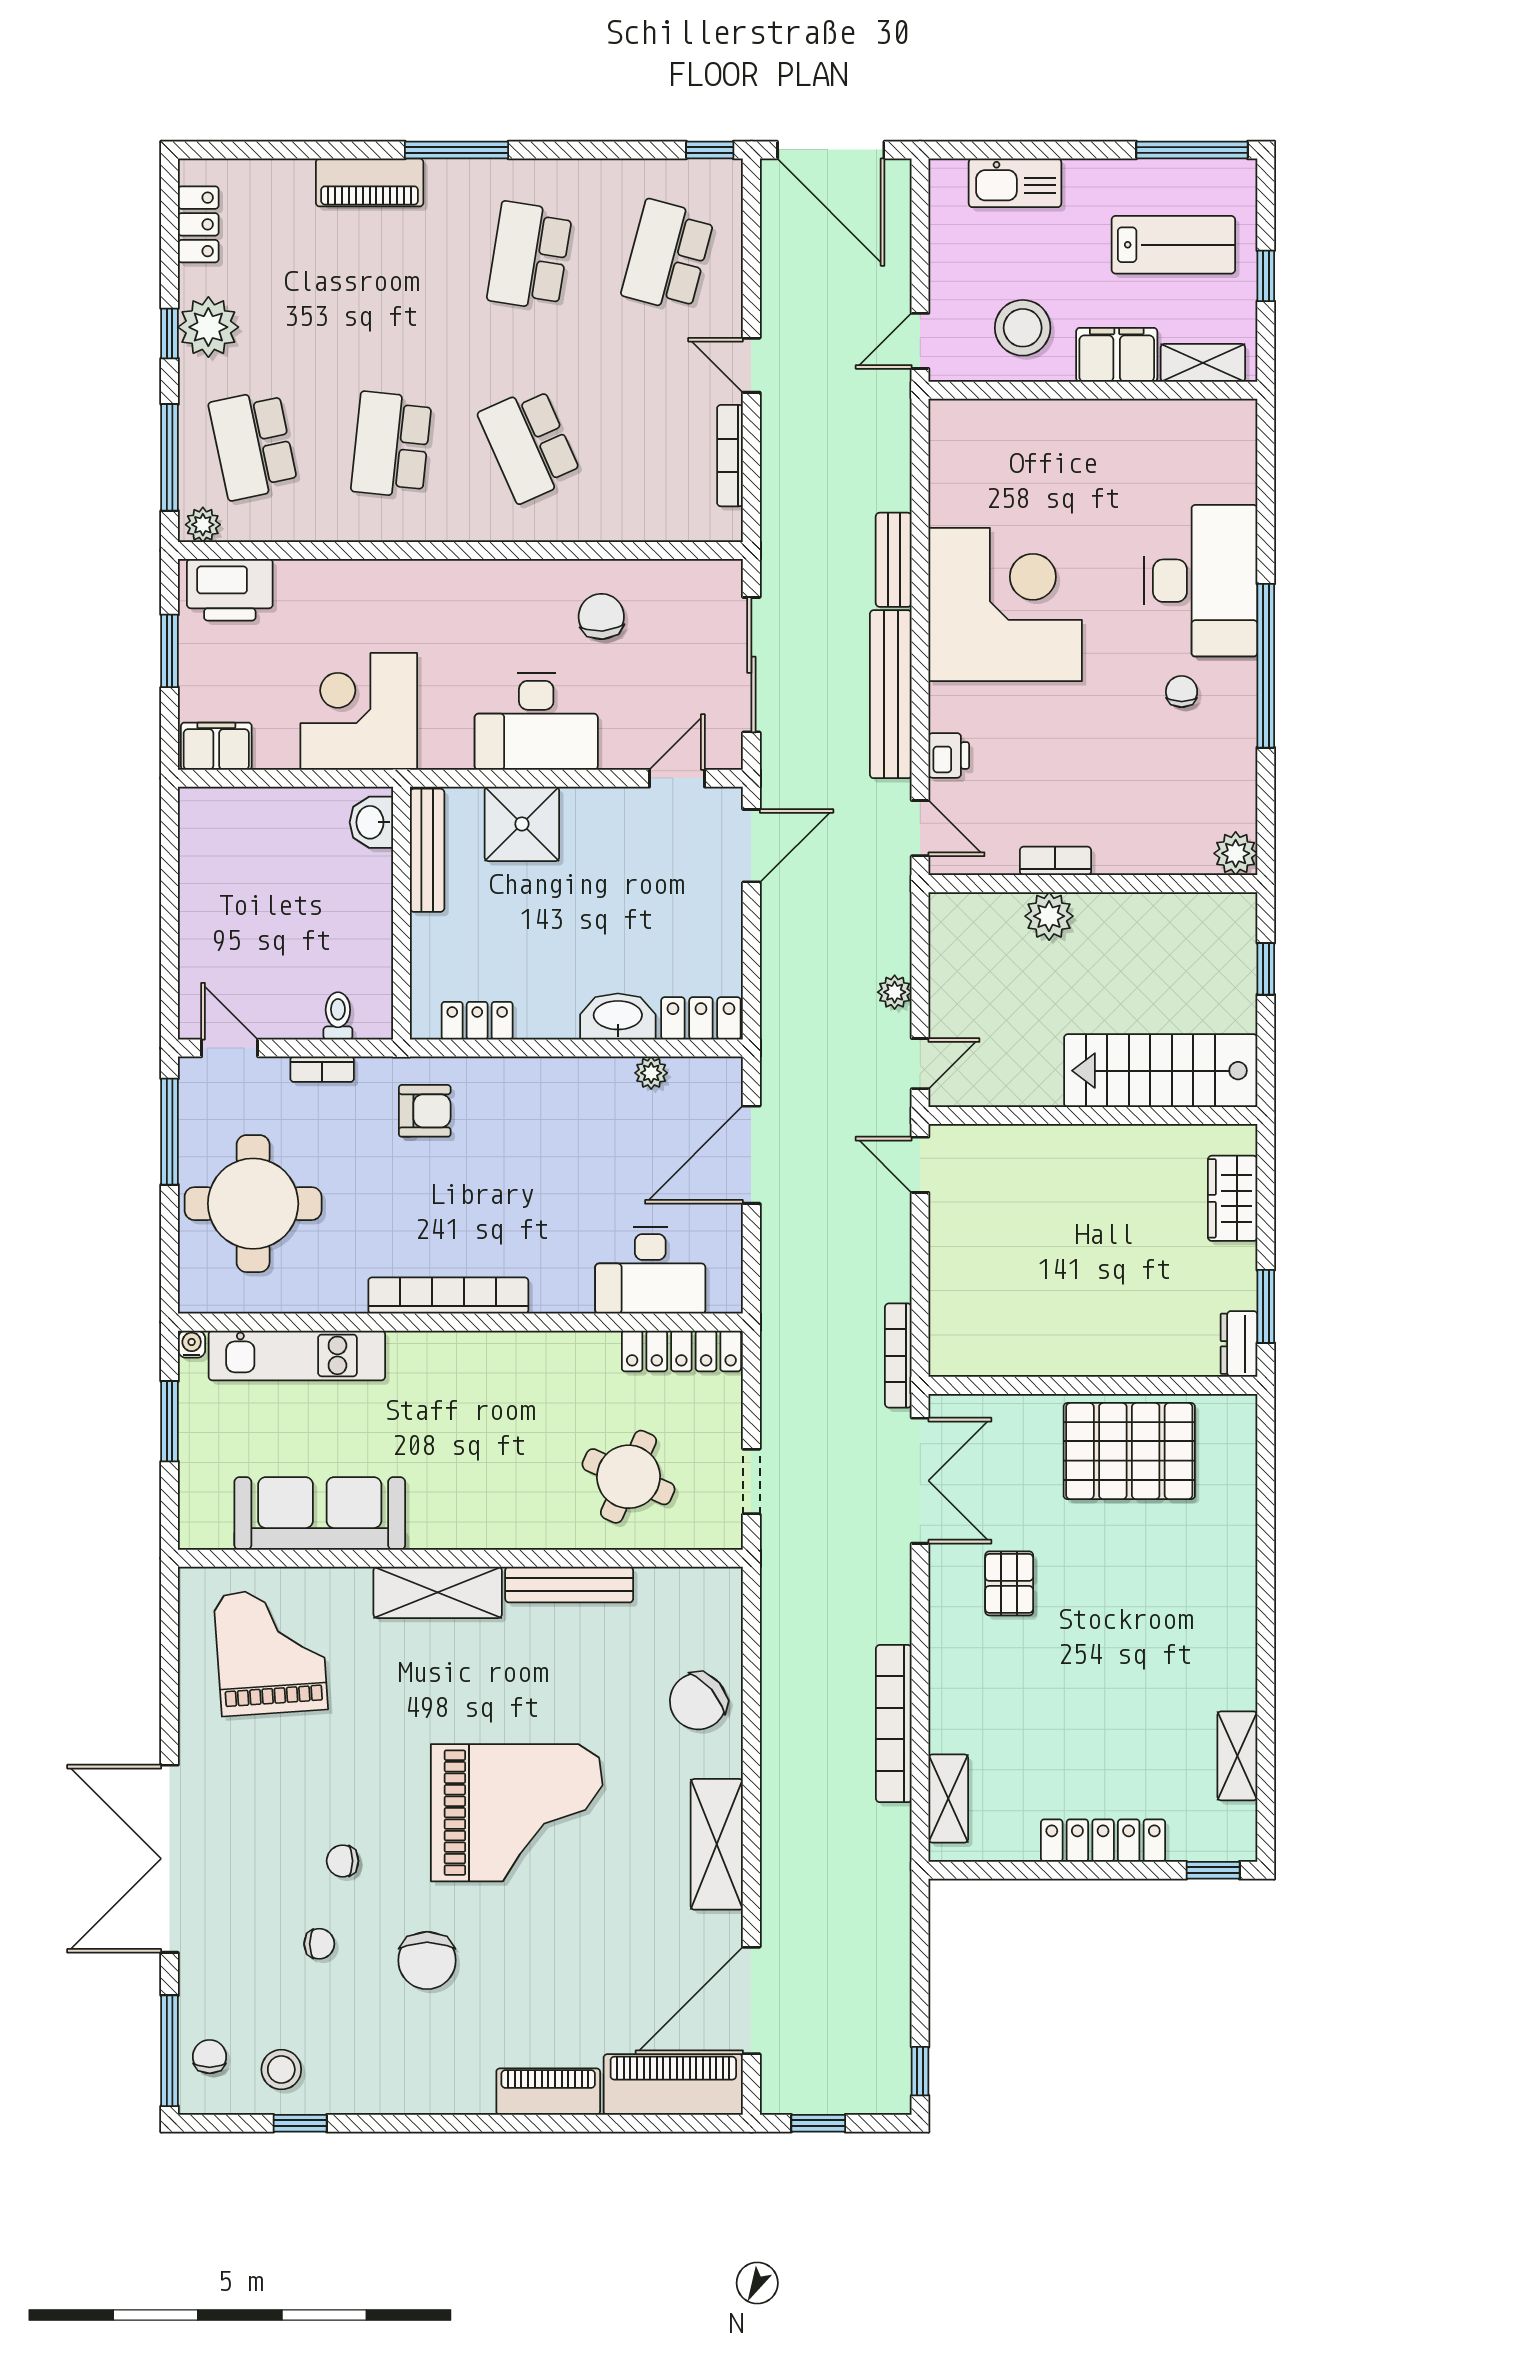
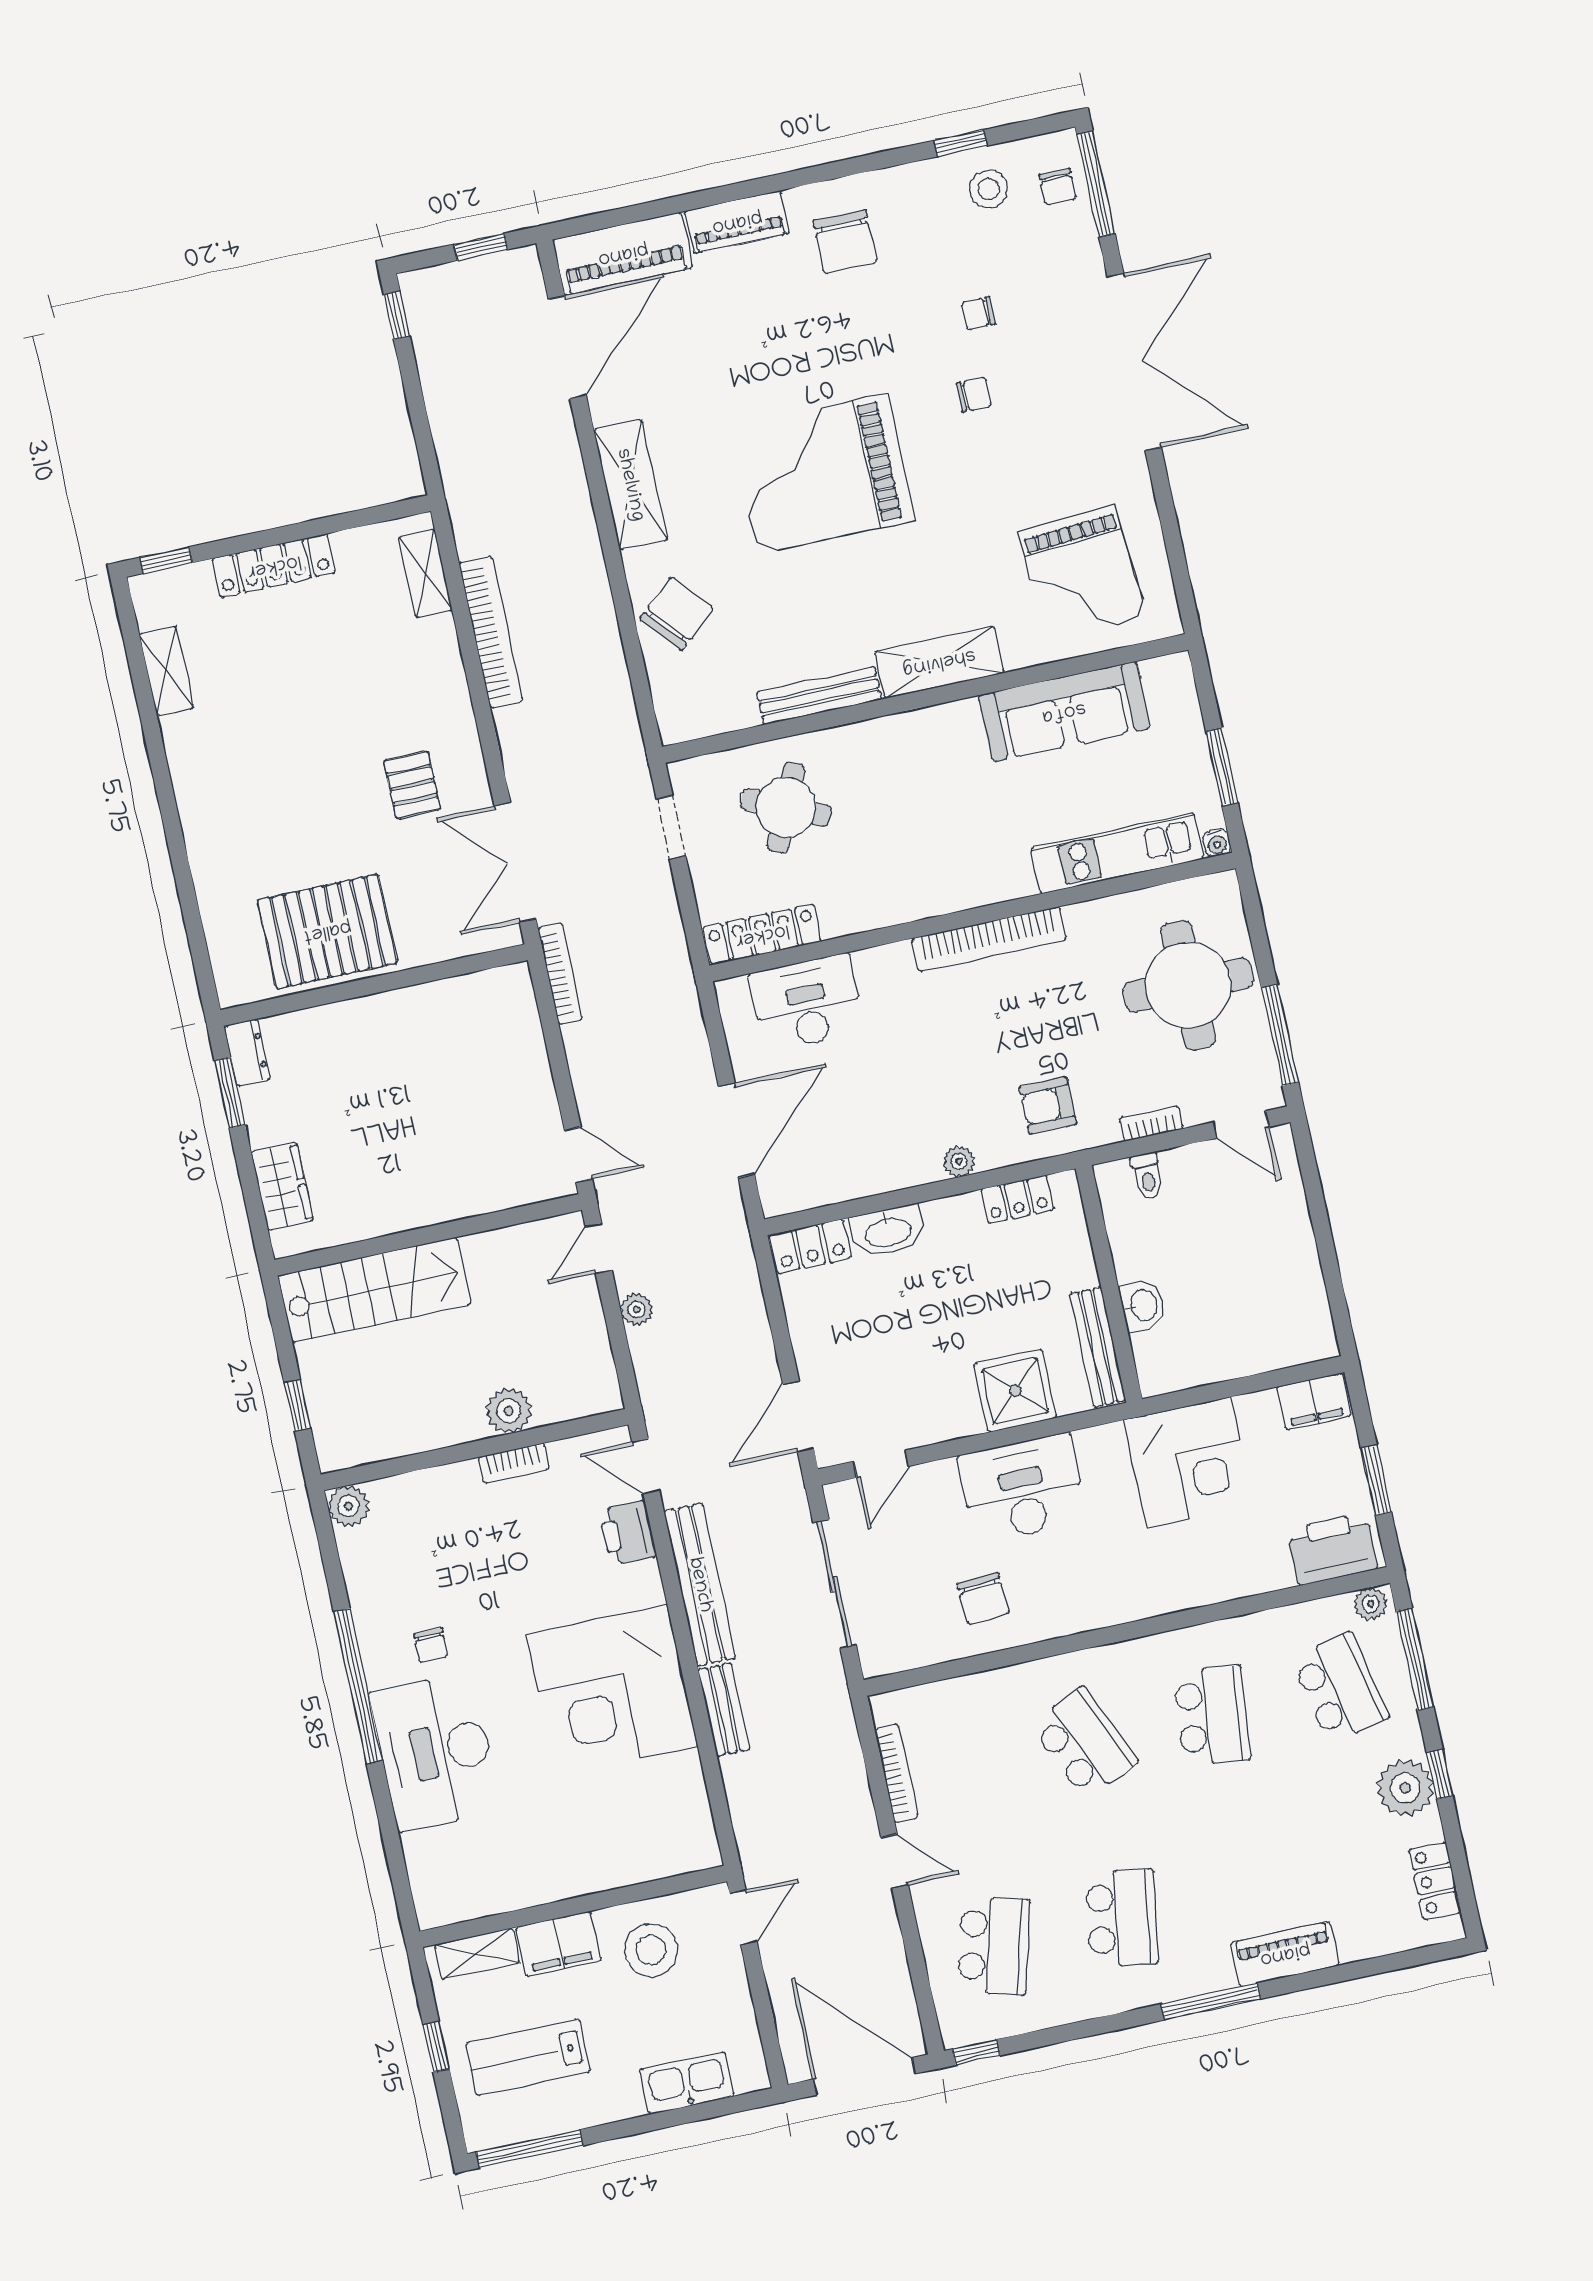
printer: (949, 755) -> (628, 1533), width x1.36, depth x1.24
washbasin: (371, 822) -> (1143, 1305), moved
plant: (651, 1073) -> (959, 1161), moved
chair: (427, 1960) -> (845, 241), moved, turned 180

